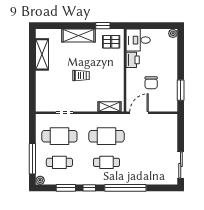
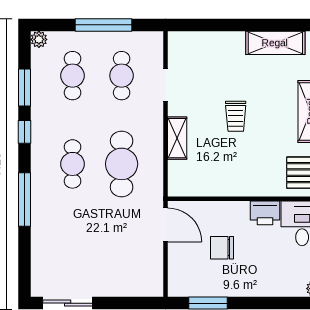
shelving: (109, 107) -> (177, 138), moved
cafe table: (59, 136) -> (122, 76), width x0.73, depth x0.74
window: (32, 159) -> (103, 25), moved
window: (125, 188) -> (24, 200), width x0.68

